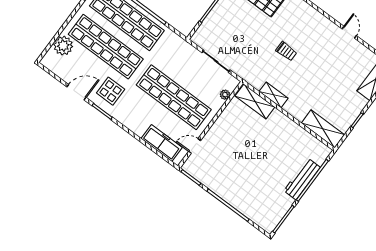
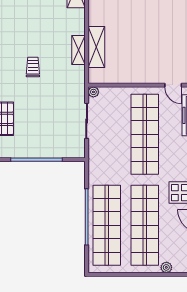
plant: (63, 46) -> (166, 267), width x0.53, depth x0.53
plant: (225, 95) -> (93, 92), moved
shelving: (255, 102) -> (96, 47), moved

